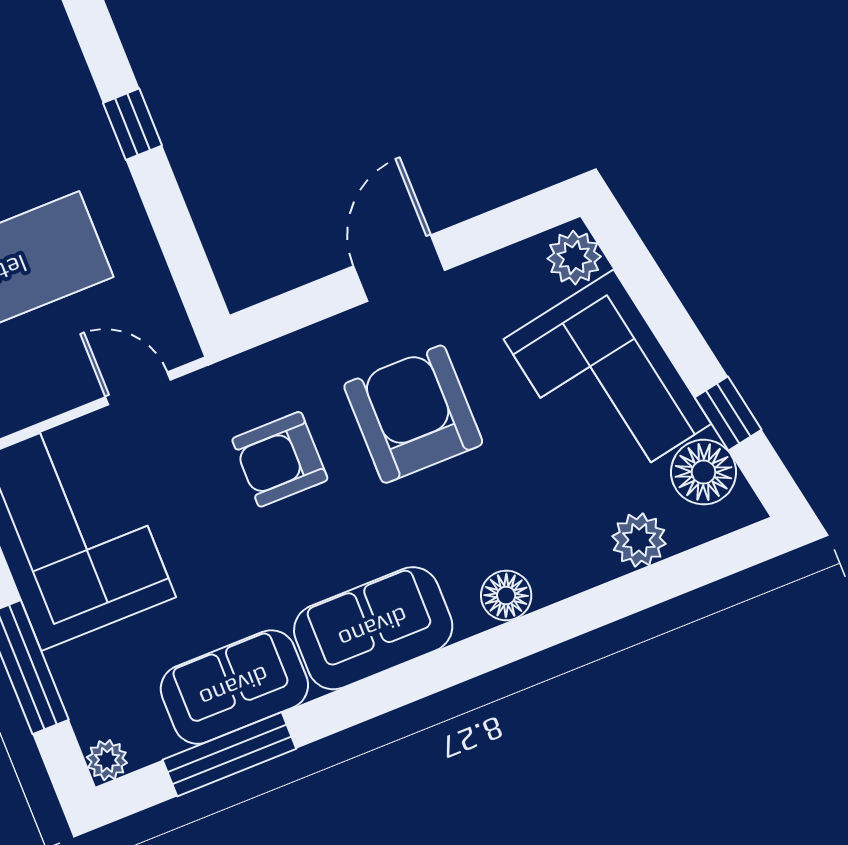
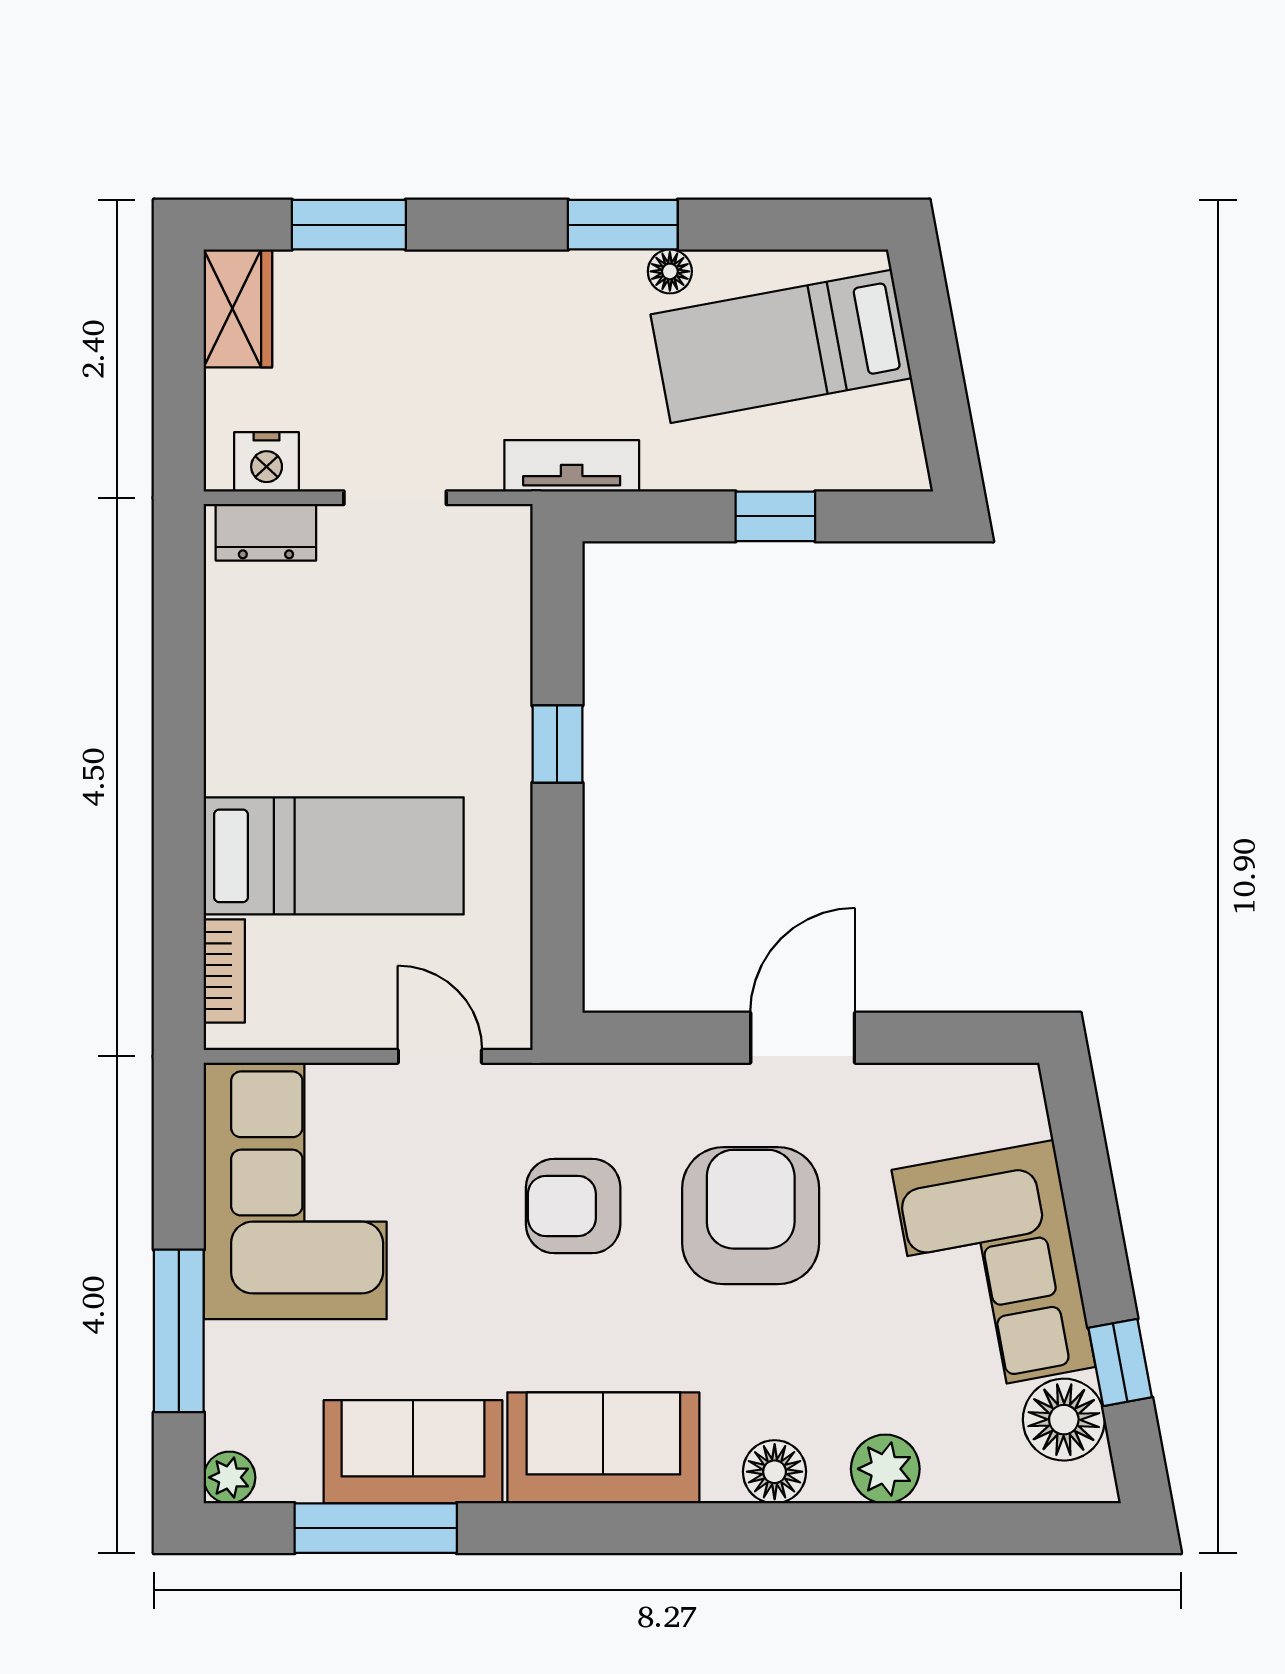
plant: (574, 258) -> (1013, 1108), removed
plant: (639, 540) -> (885, 1469), moved

